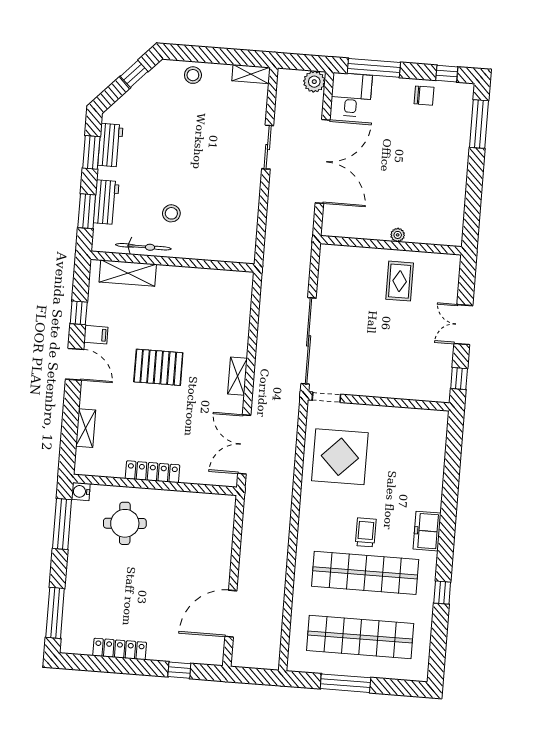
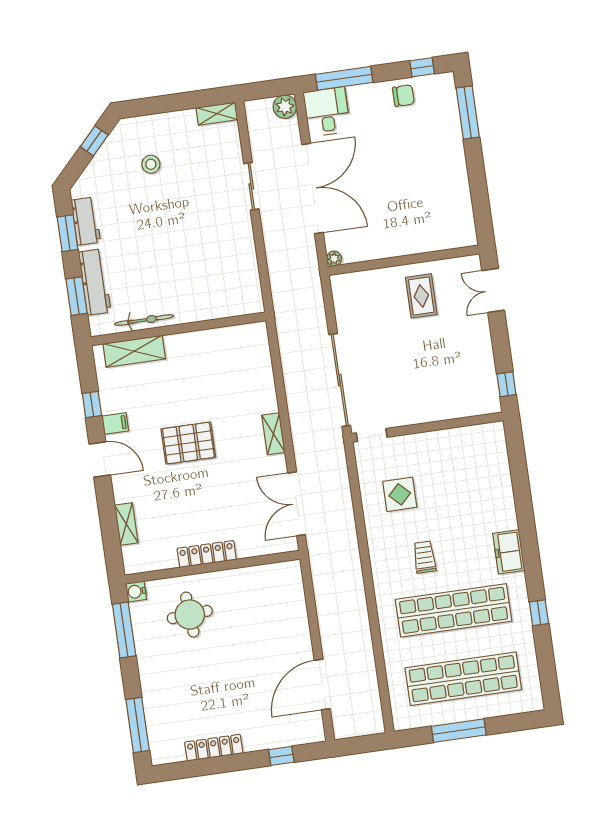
stool: (193, 75) -> (151, 164), moved
workbench: (106, 202) -> (95, 282), width x1.38
stool: (171, 213) -> (166, 278), removed
plant: (398, 235) -> (334, 259), moved
double door: (463, 325) -> (493, 290), moved
display table: (340, 457) -> (400, 494), width x0.54, depth x0.54
trolley: (366, 532) -> (425, 557), moved

